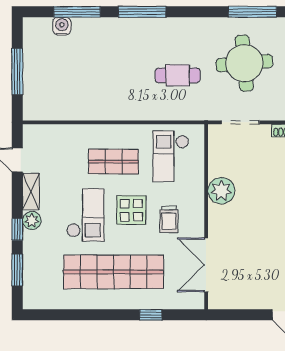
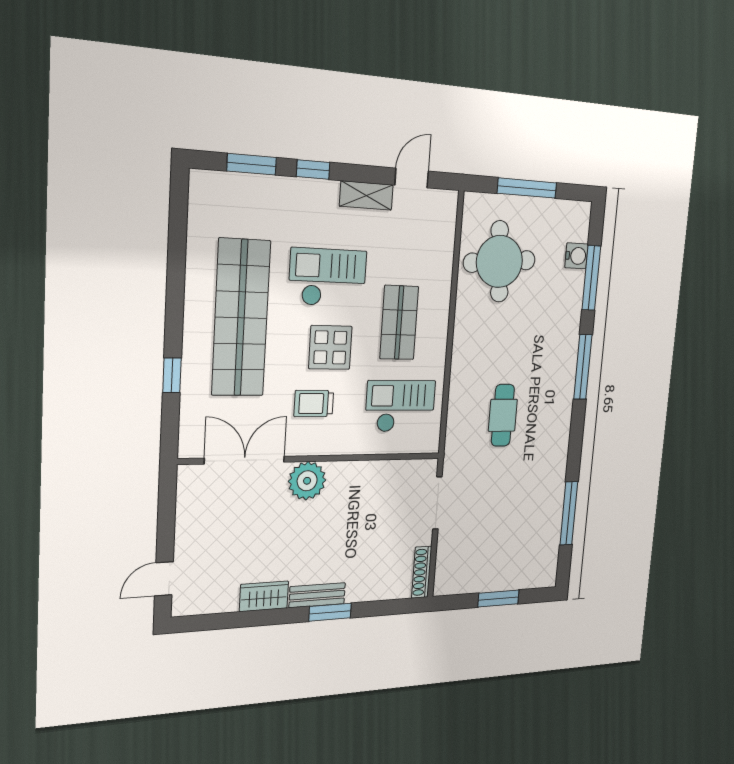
round table: (244, 63) -> (499, 261), moved
plant: (221, 191) -> (307, 481), moved
checkout: (85, 215) -> (328, 277), turned 180
plant: (32, 220) -> (325, 194), removed

